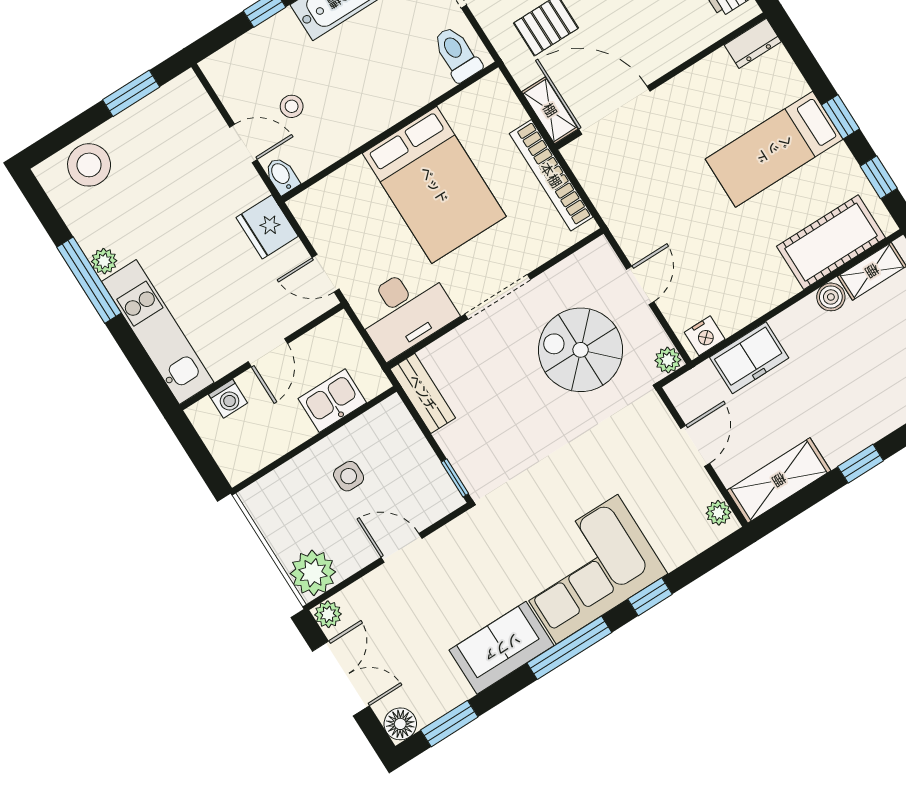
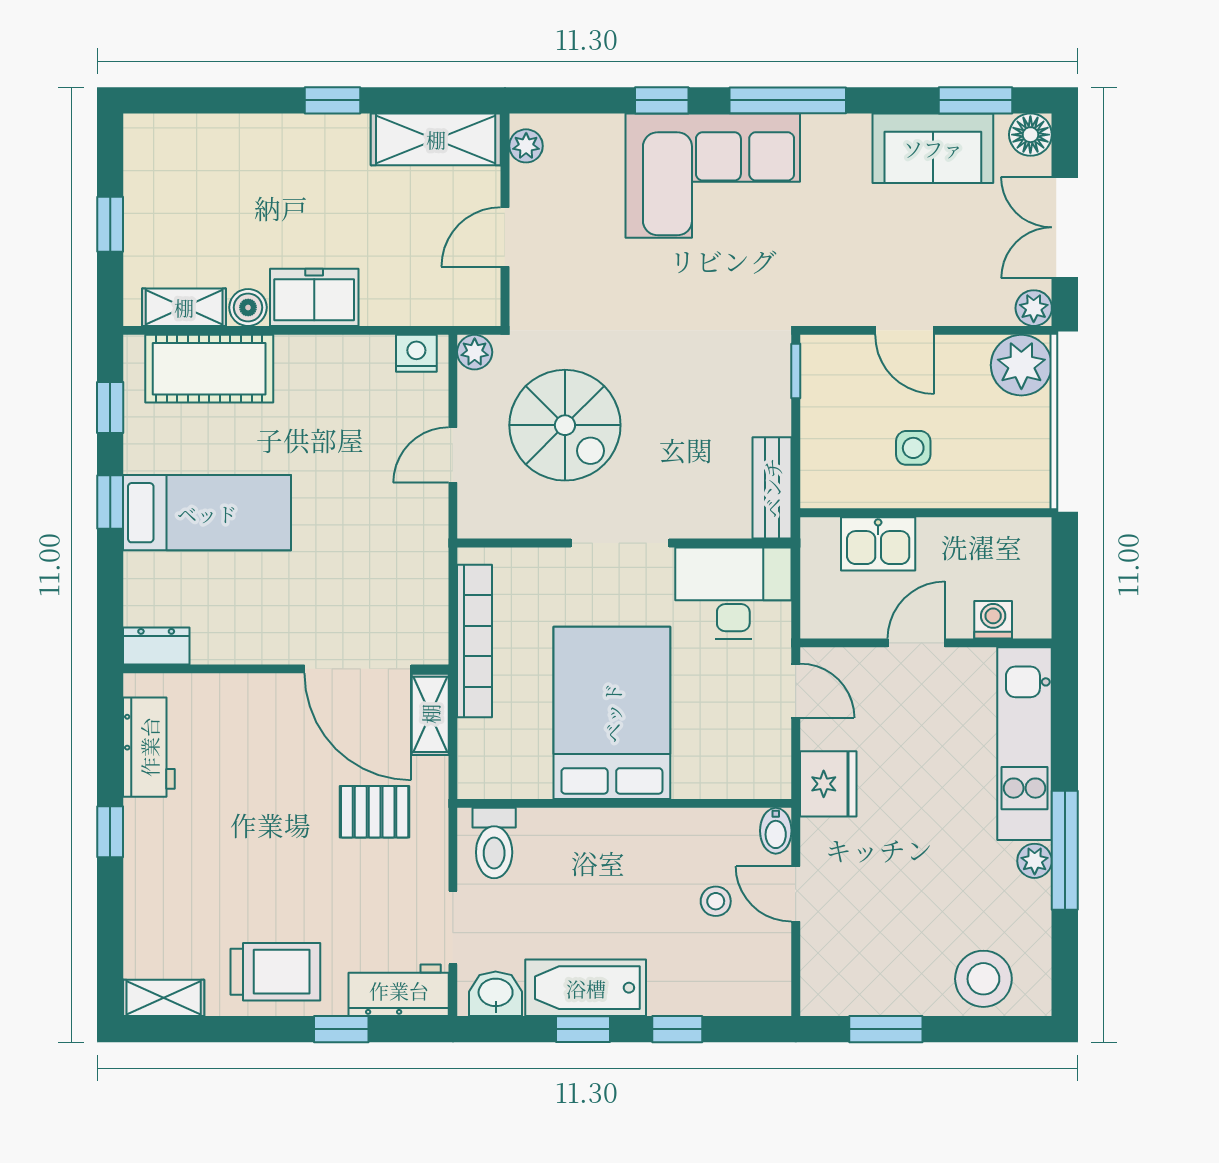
freezer: (749, 358) -> (314, 297), moved
sofa: (502, 648) -> (933, 148), moved

